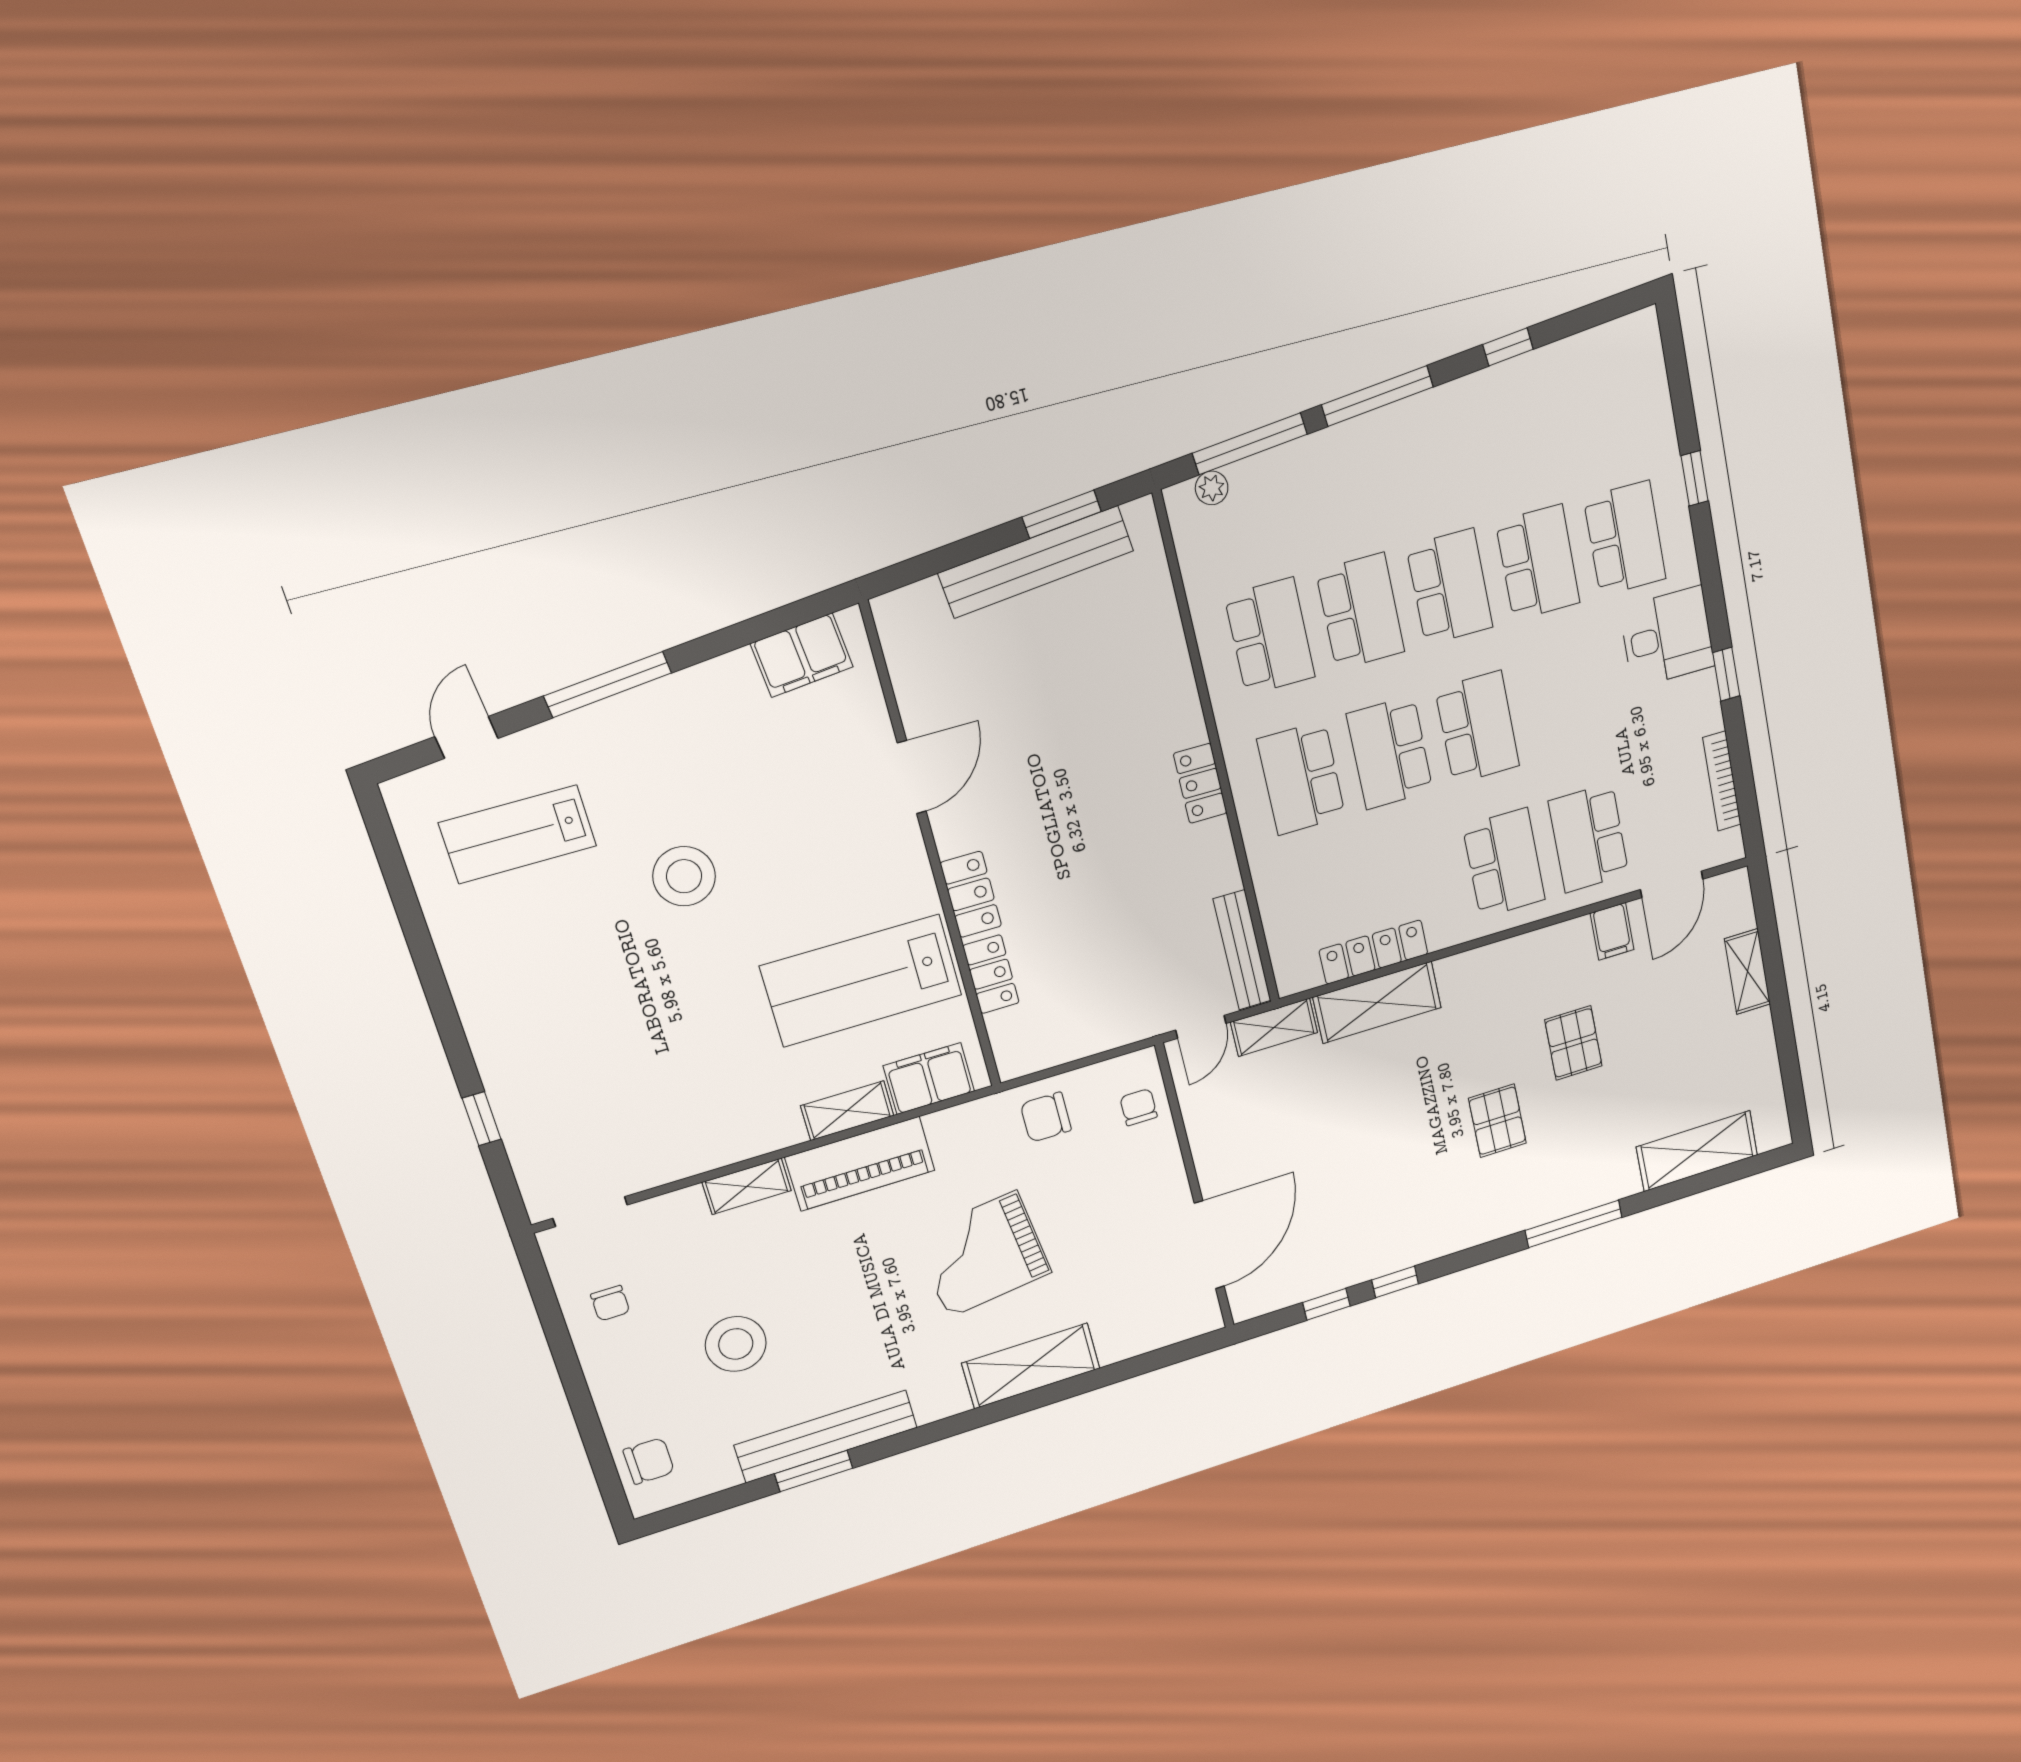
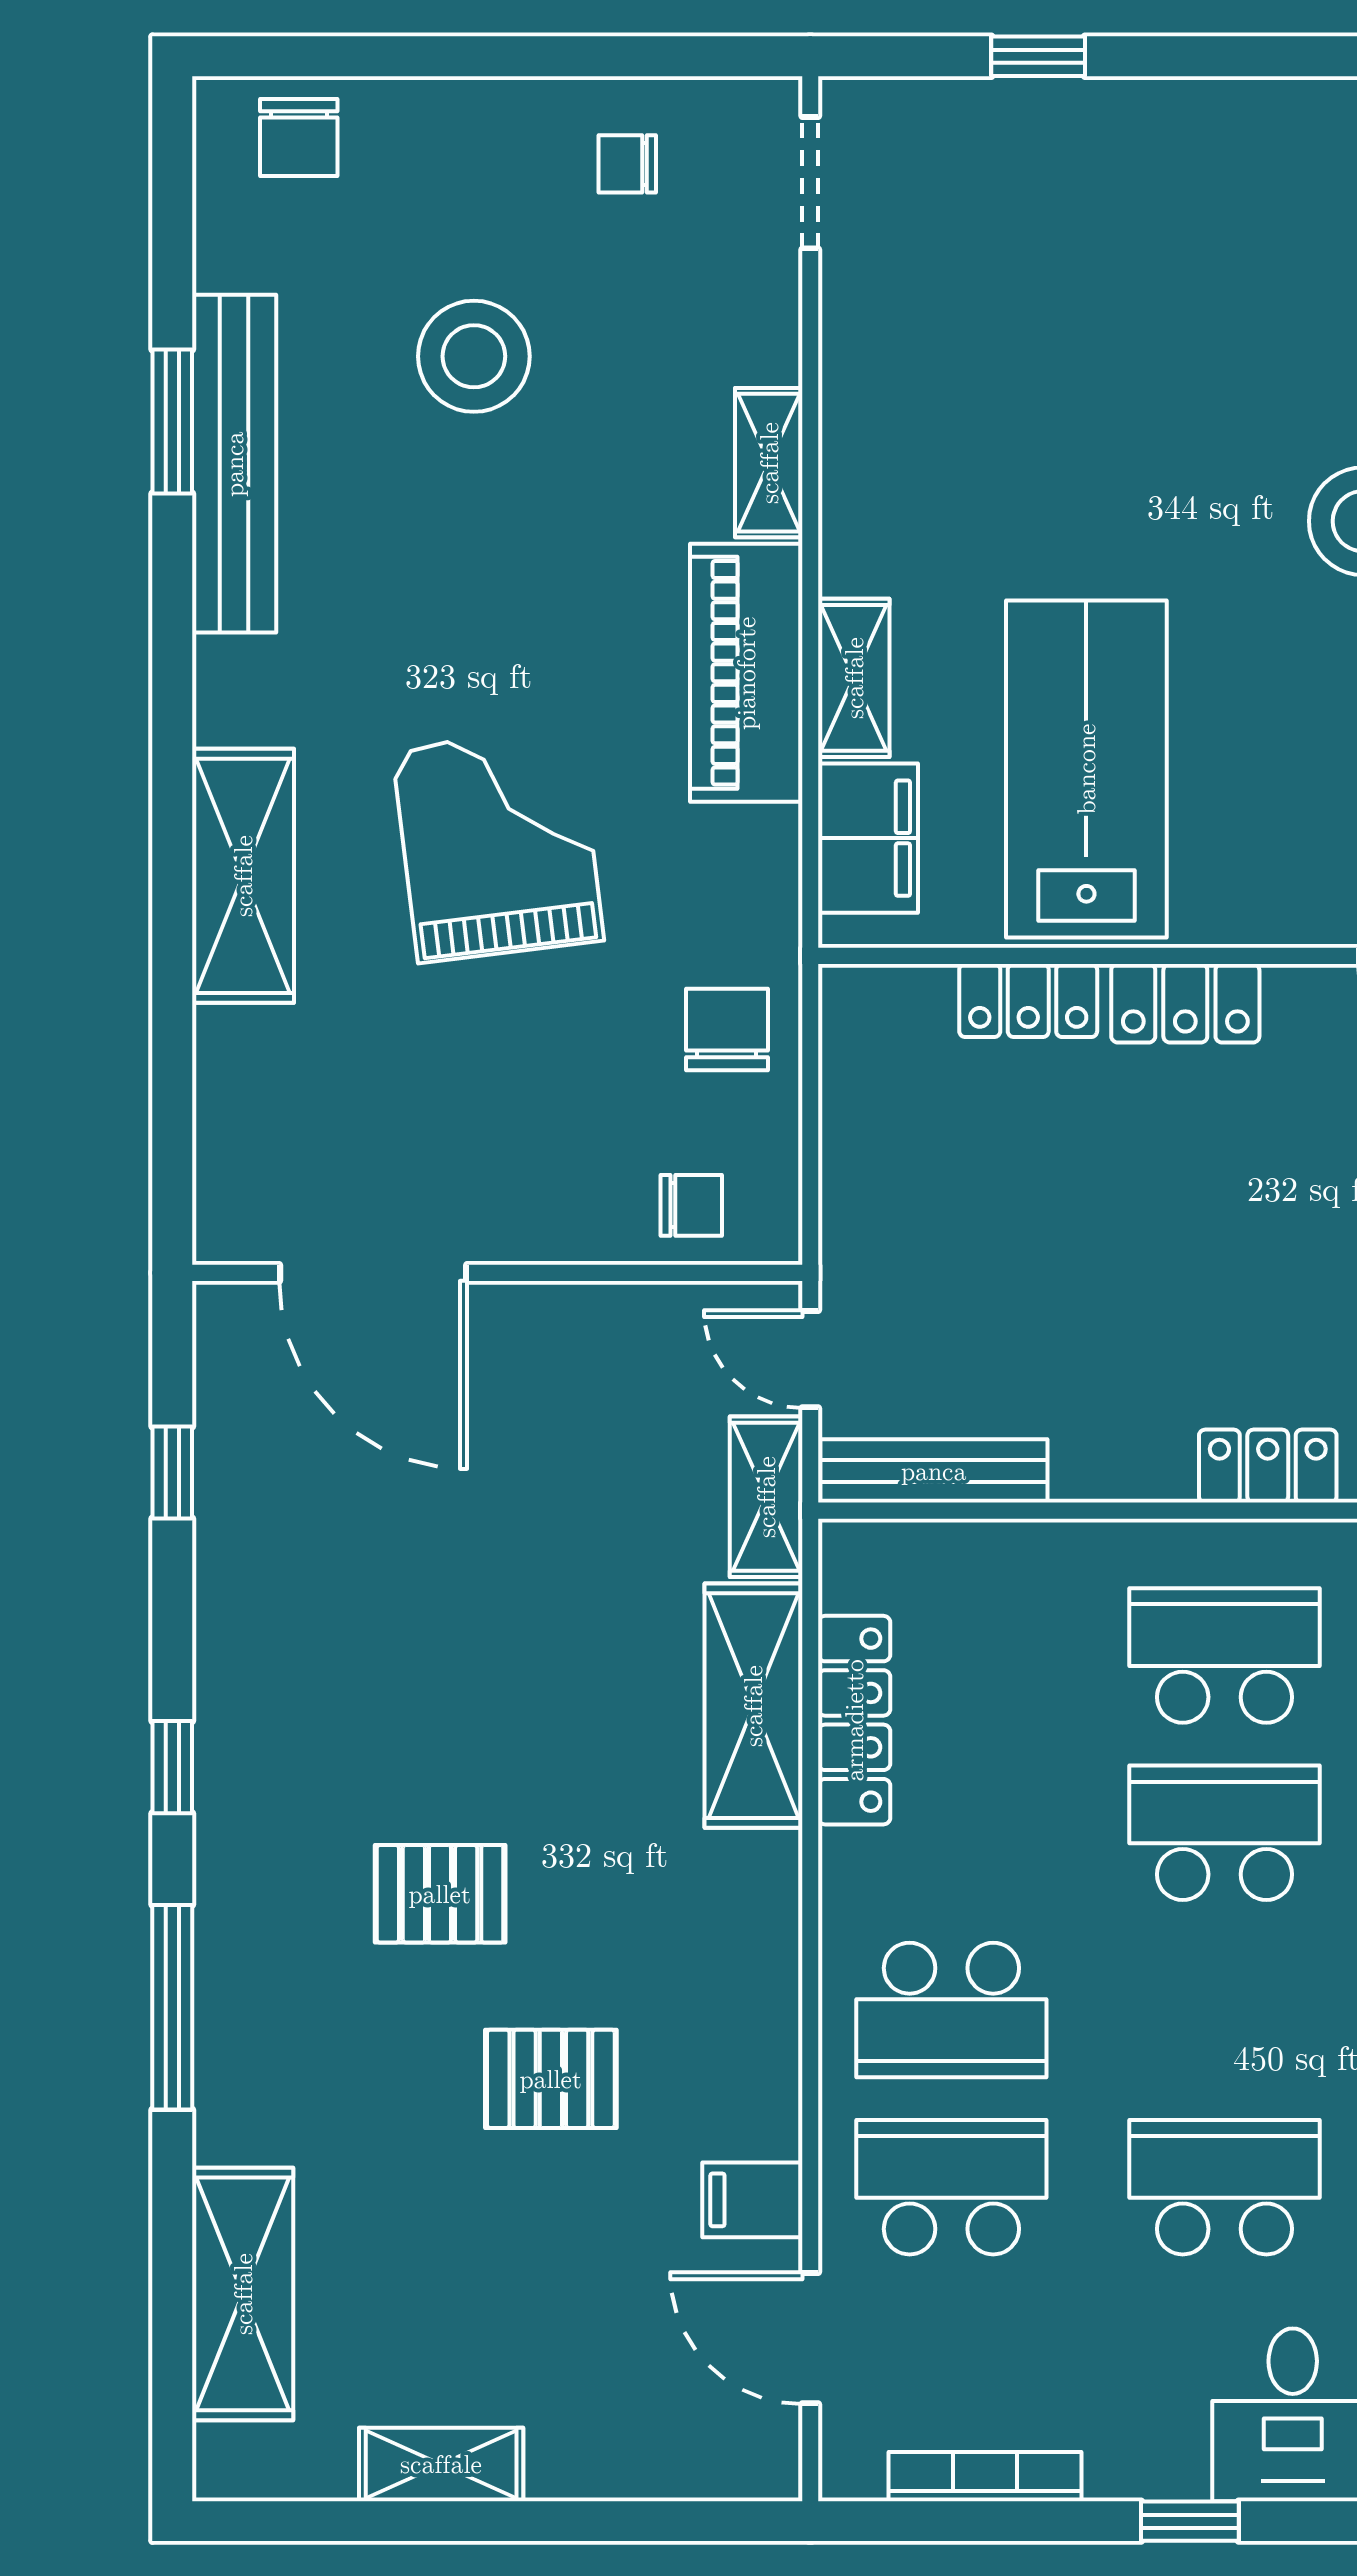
school desk: (1477, 727) -> (1225, 2187), moved, turned 180
shelving: (1747, 971) -> (441, 2464), moved
window: (1395, 1282) -> (172, 1767), moved

